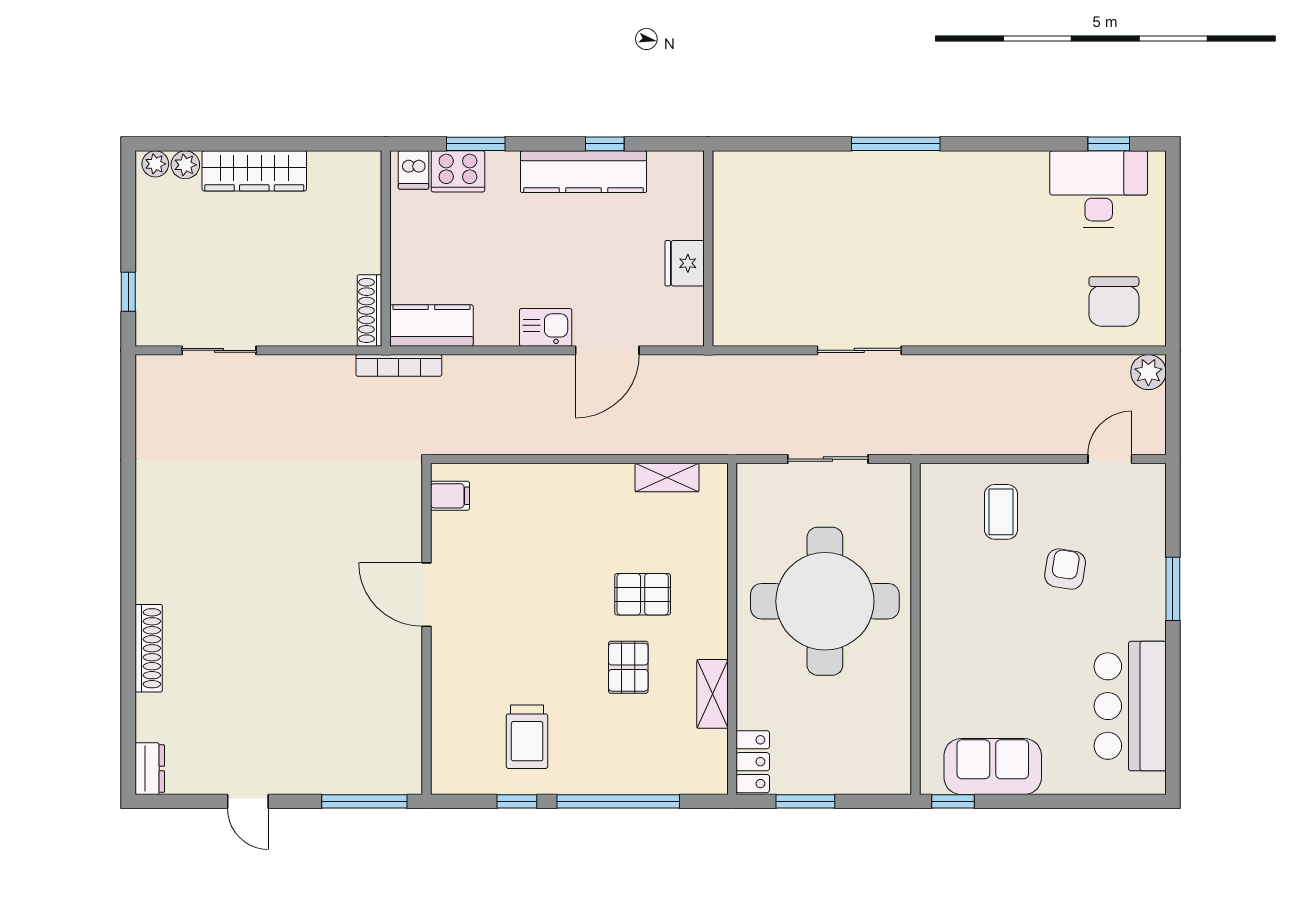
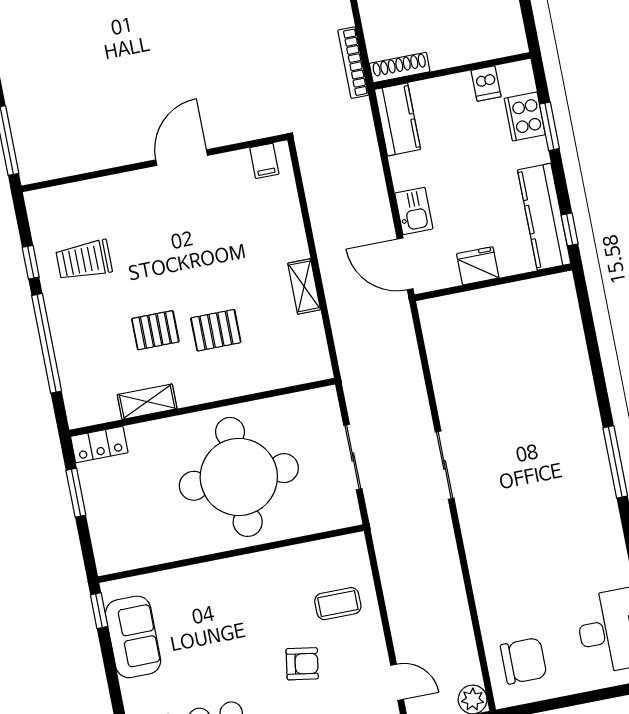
dishwasher: (413, 170) -> (486, 84), moved, turned -90
wall: (708, 248) -> (493, 282), moved
fridge: (685, 263) -> (478, 266), moved
chair: (1114, 301) -> (524, 661), turned 180
bookcase: (399, 365) -> (353, 63), moved
shelving: (667, 477) -> (304, 286), moved
pallet: (643, 594) -> (216, 330), turned 90

